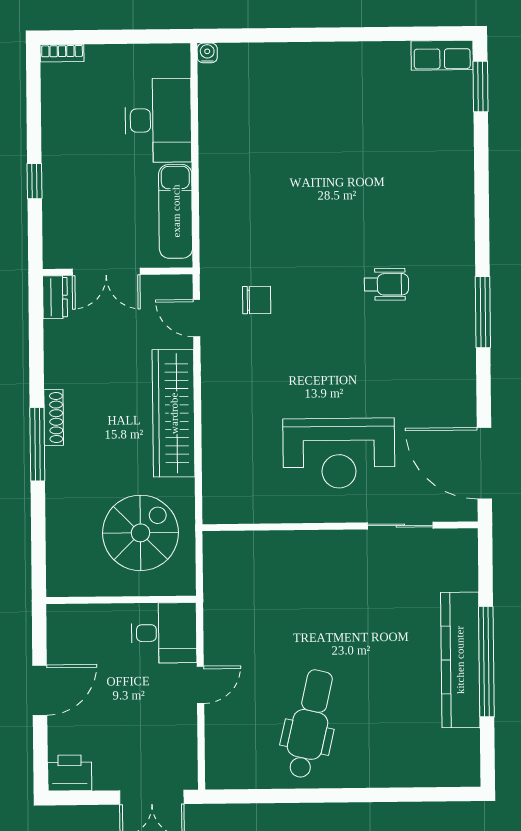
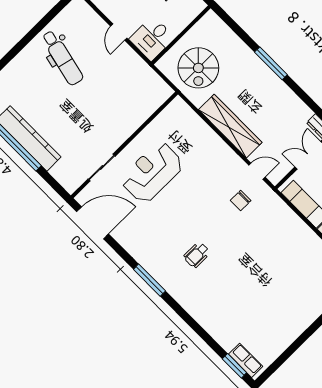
row of seats: (442, 55) -> (246, 360), moved, turned 90
shoe rack: (54, 418) -> (275, 80), removed

